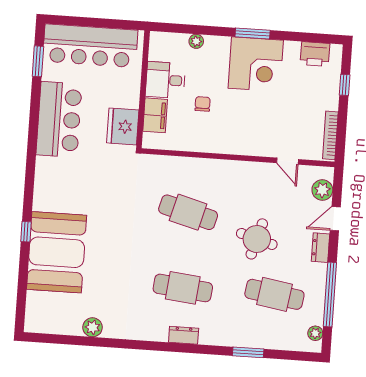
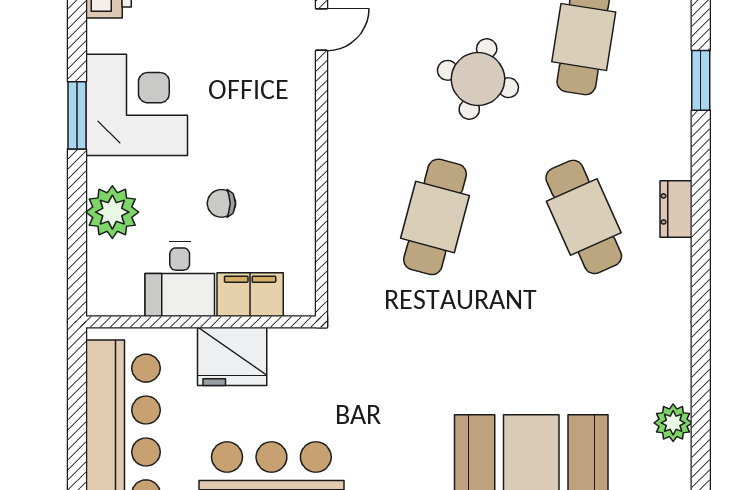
plant: (196, 41) -> (112, 212), width x1.88, depth x1.88
fridge: (123, 126) -> (232, 356), moved
cafe table: (183, 288) -> (584, 217), turned -30
plant: (93, 327) -> (673, 423), moved

